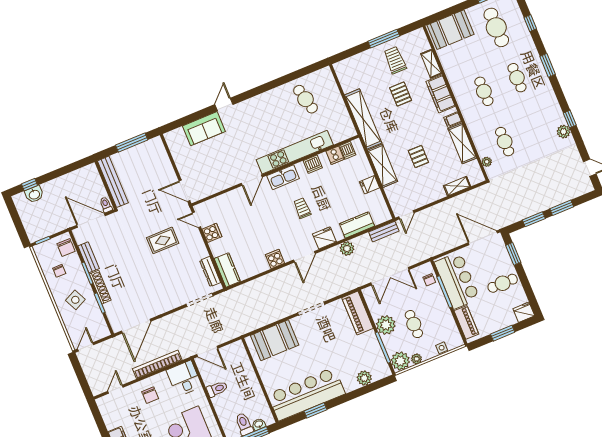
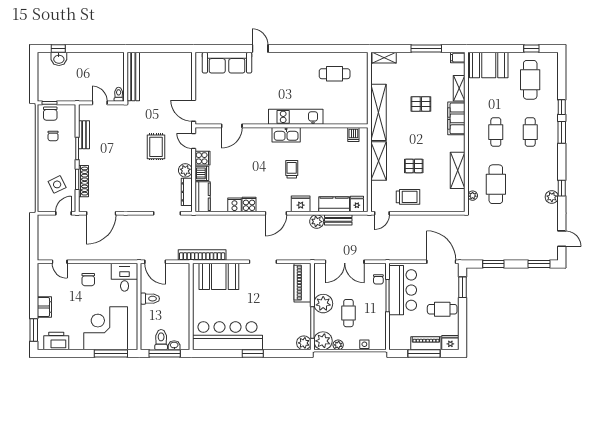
window: (530, 23) -> (562, 107), moved
trolley: (395, 60) -> (408, 197), moved, turned 90
pallet: (401, 94) -> (421, 104), turned 90
cafe table: (305, 99) -> (335, 74), turned -76
door: (224, 105) -> (260, 49), hinge flipped
filing cabinet: (453, 120) -> (458, 58), moved
sofa: (204, 129) -> (227, 63), width x1.36
cafe table: (505, 142) -> (496, 184), width x1.37, depth x1.35
window: (132, 143) -> (164, 49), removed
kitchen unit: (295, 152) -> (296, 117), width x0.73
cooker: (335, 155) -> (234, 205), moved, turned 180
pallet: (418, 157) -> (414, 166), turned 90
dishwasher: (313, 164) -> (202, 173), moved, turned -90
door: (252, 180) -> (232, 126), moved
fridge: (370, 185) -> (357, 204), moved, turned 90
shelving: (457, 186) -> (384, 58), moved
window: (562, 208) -> (539, 264), moved
door: (91, 220) -> (100, 103), width x0.53
bench: (384, 232) -> (338, 220), moved
rug: (163, 240) -> (156, 147), turned 90
chair: (66, 247) -> (50, 114), moved
plant: (200, 251) -> (185, 170), added
shoe rack: (100, 287) -> (83, 181), moved
side table: (75, 300) -> (57, 184), moved
piano: (466, 322) -> (426, 343), moved, turned -90
window: (503, 333) -> (424, 354), width x1.44
door: (86, 347) -> (63, 213), moved
bookcase: (157, 364) -> (202, 255), moved
plant: (364, 378) -> (304, 343), moved
door: (115, 389) -> (60, 262), swing flipped
window: (315, 410) -> (253, 354), moved

